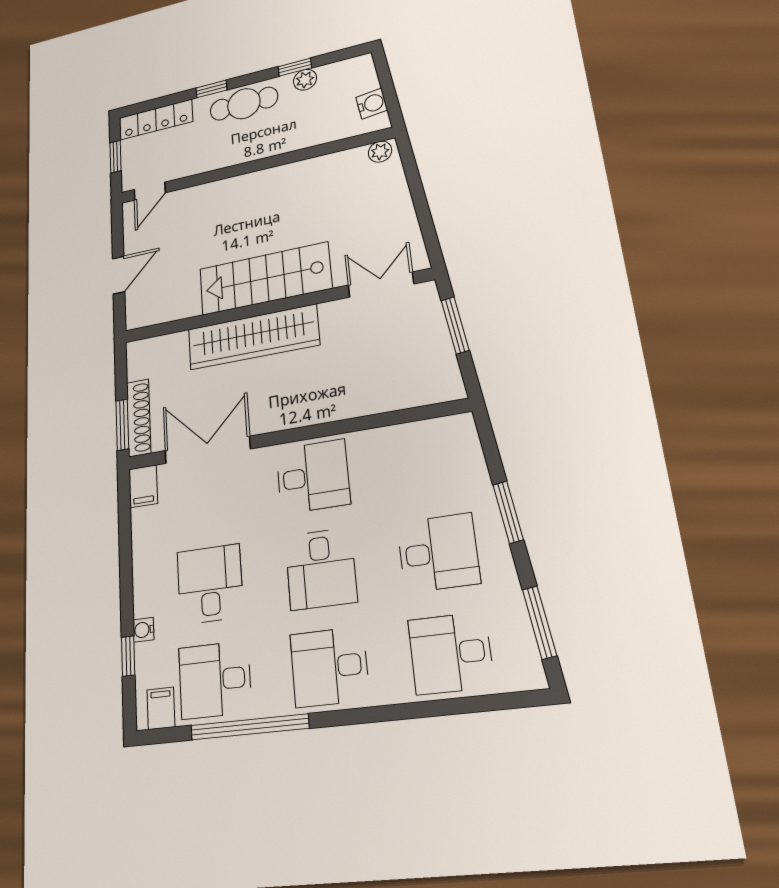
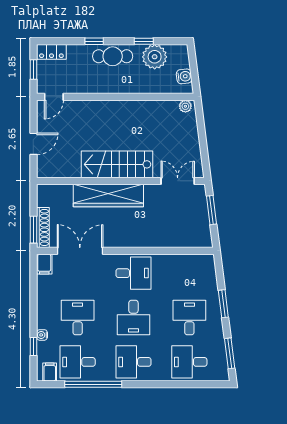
plant: (305, 80) -> (155, 57), width x1.87, depth x1.87
locker: (156, 120) -> (51, 52), width x0.66
desk: (438, 553) -> (189, 318), turned -90

